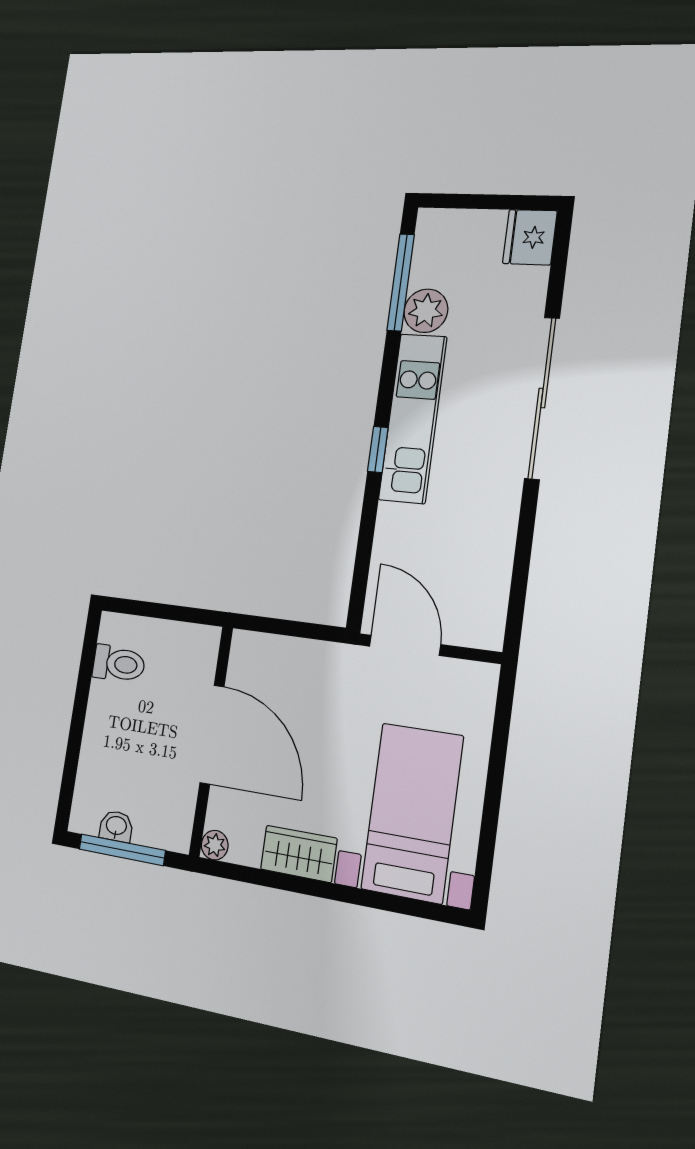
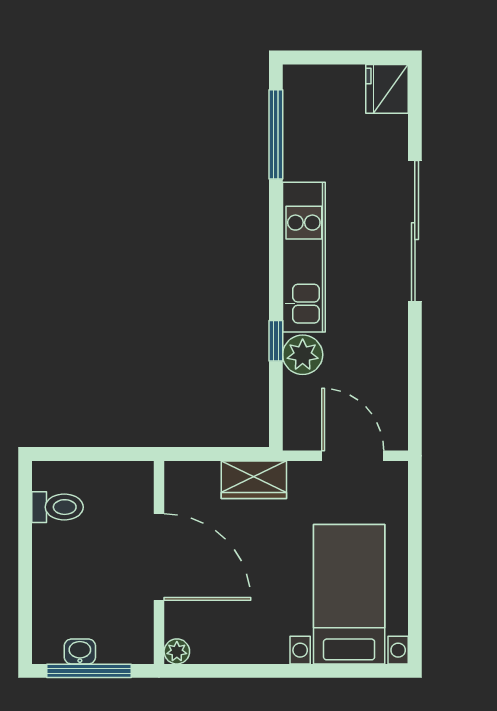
plant: (426, 311) -> (303, 355), moved
window: (378, 449) -> (276, 341), moved
door: (405, 645) -> (353, 456), moved
wardrobe: (299, 854) -> (254, 480), moved, turned 180

